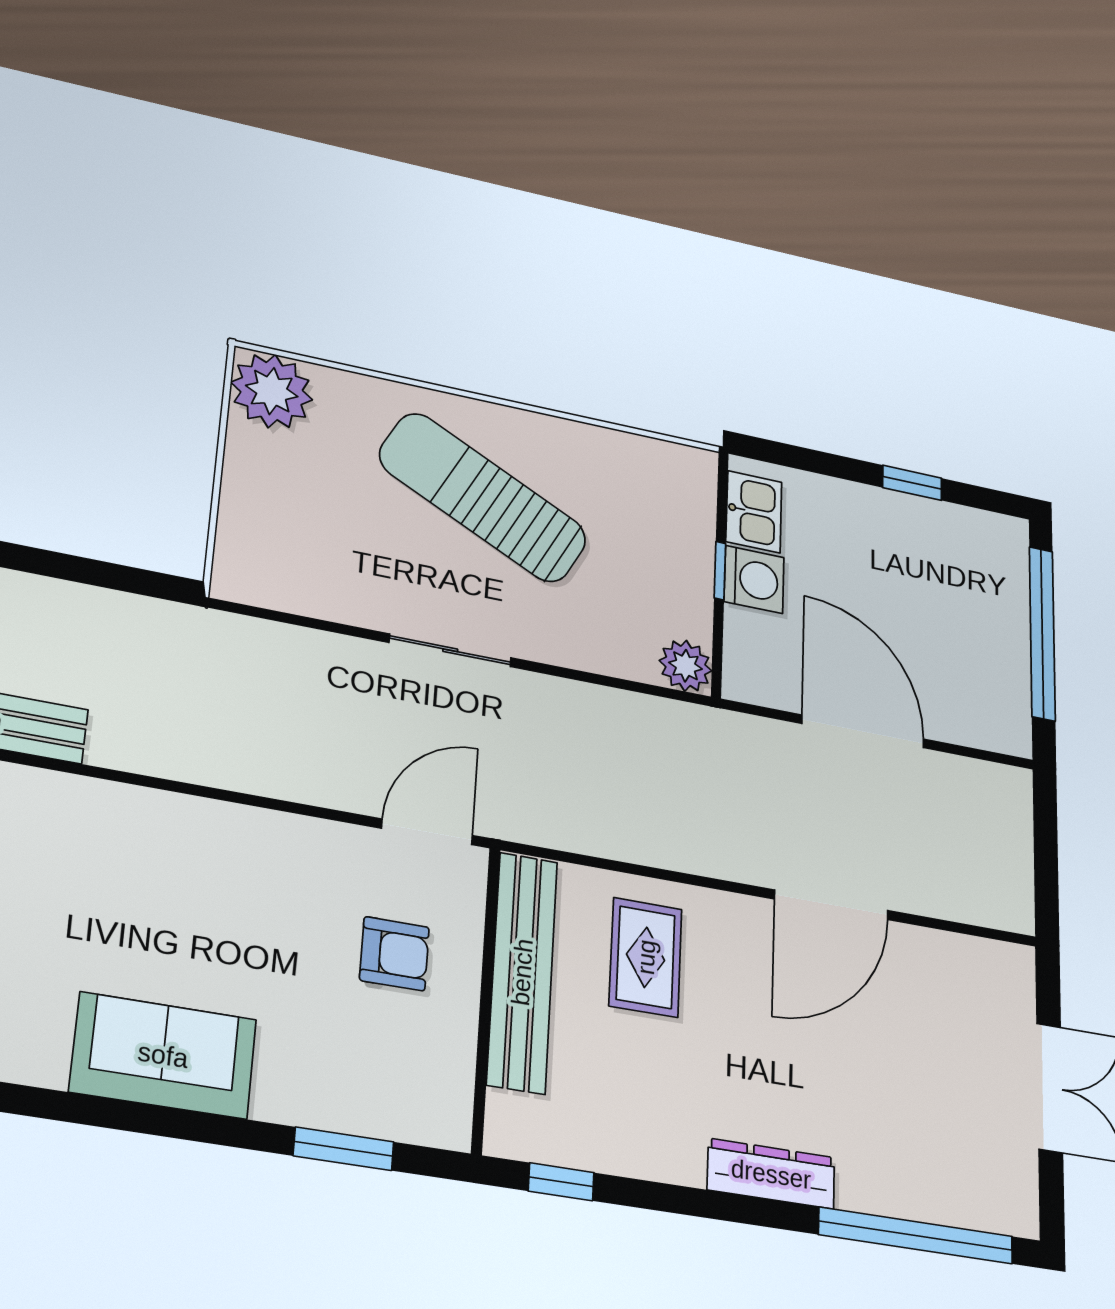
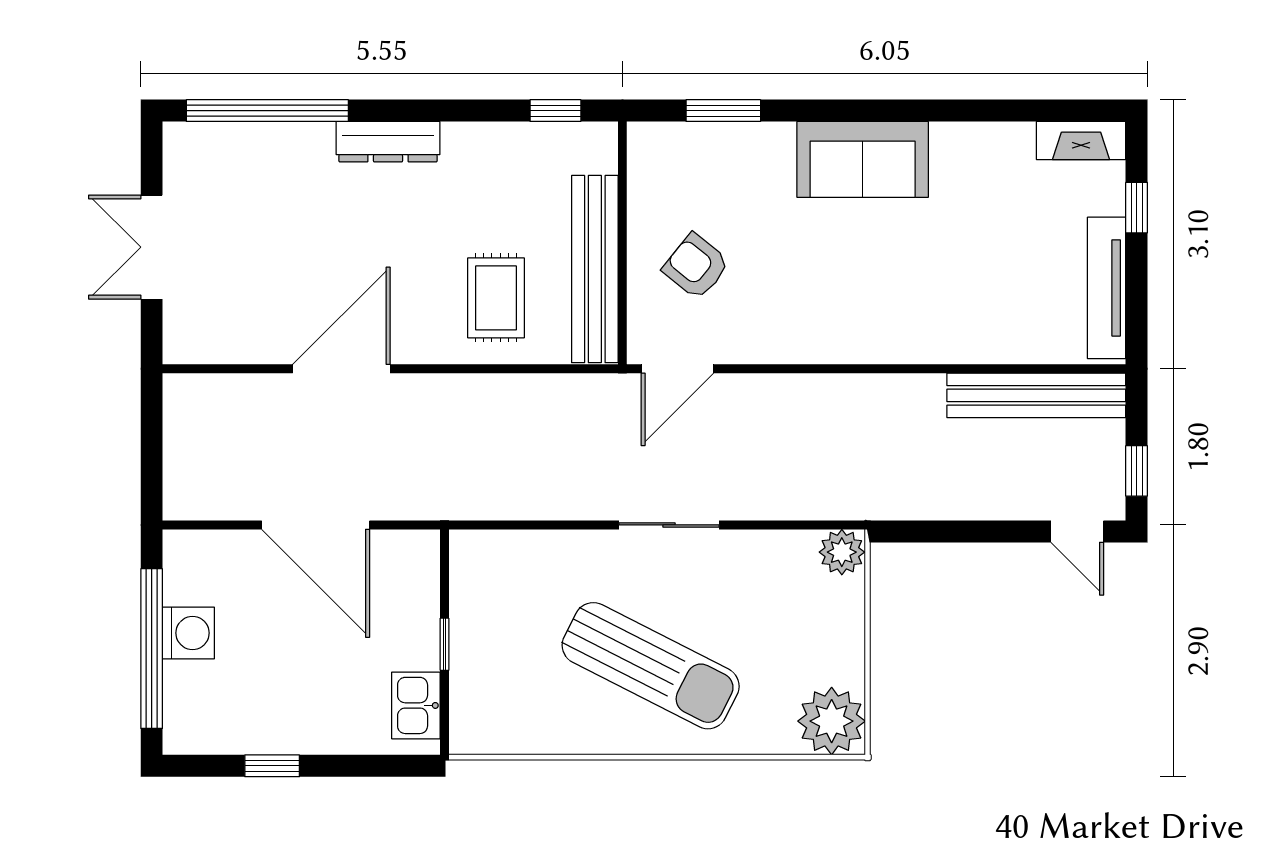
washing machine: (754, 579) -> (188, 633), moved, turned 180
plant: (686, 666) -> (842, 552), moved
armchair: (394, 954) -> (696, 266), turned 39

